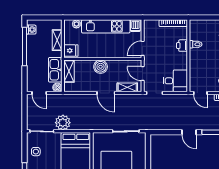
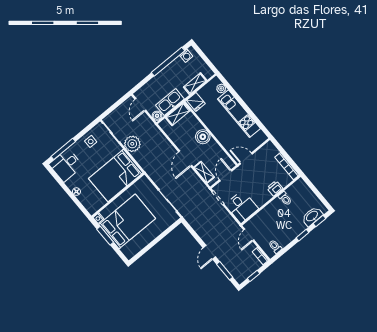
dishwasher: (135, 26) -> (259, 137), removed

